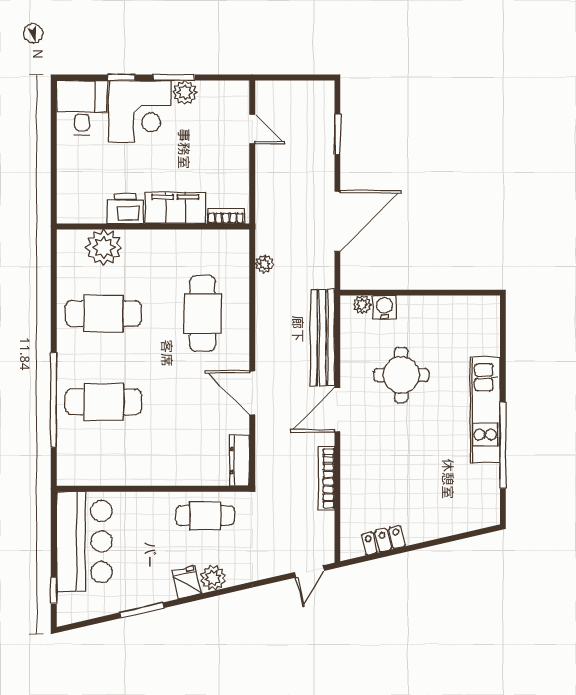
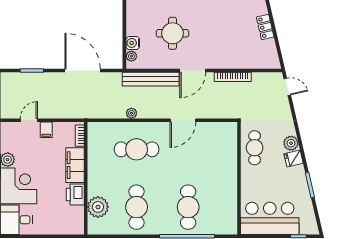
filing cabinet: (236, 159) -> (46, 130), added
plant: (264, 264) -> (131, 113), moved
door: (337, 410) -> (193, 71), hinge flipped
dresser: (239, 460) -> (222, 128), removed
locker: (383, 540) -> (265, 27), moved

